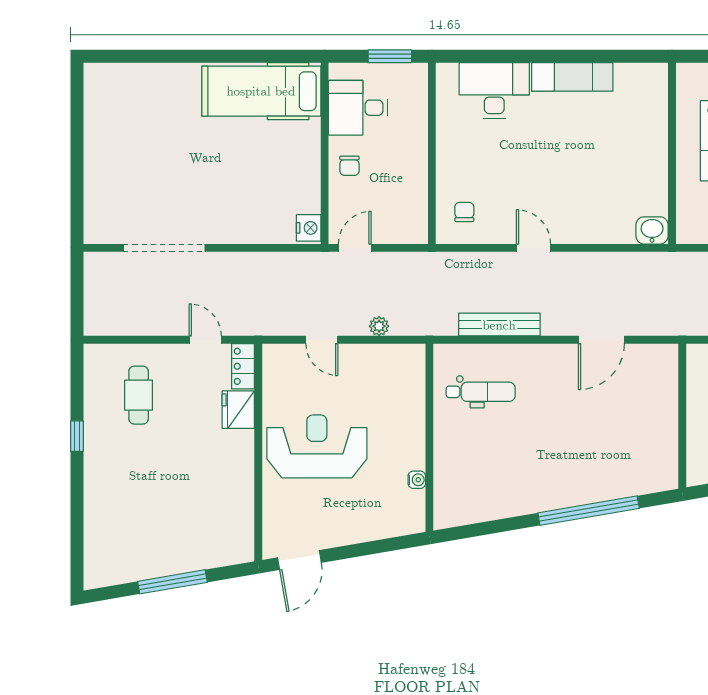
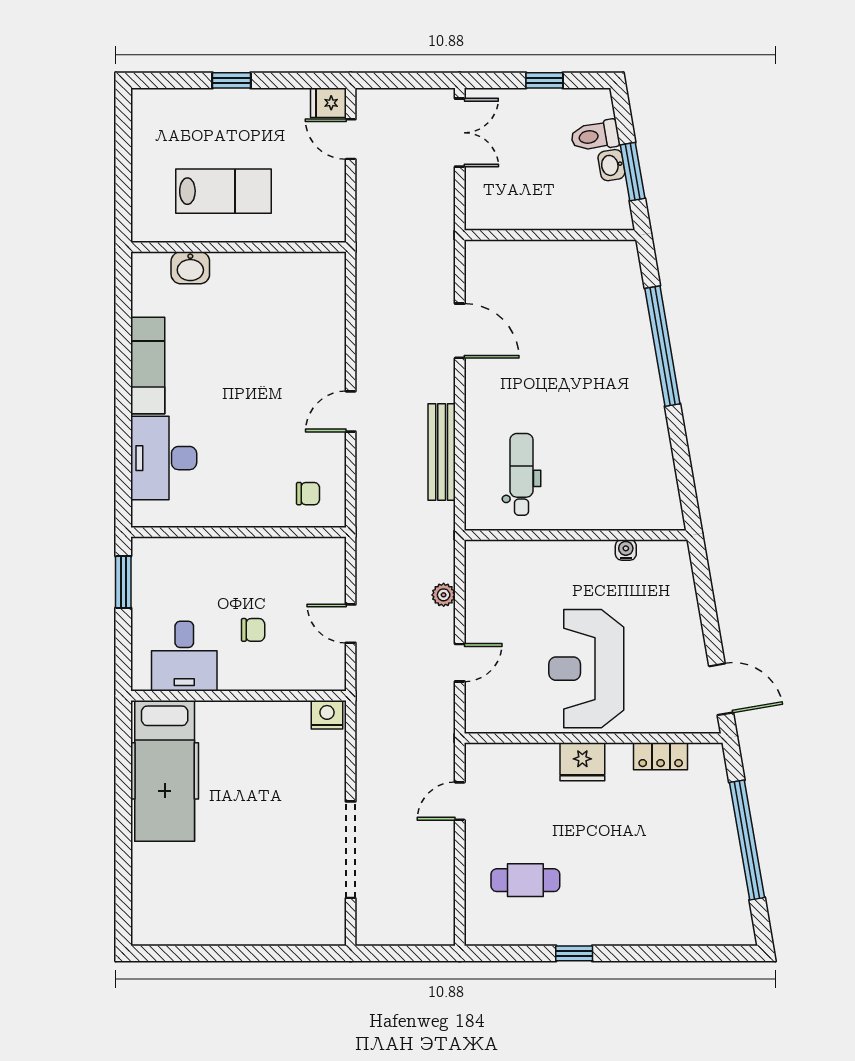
hospital bed: (261, 91) -> (165, 771), moved
desk: (358, 108) -> (184, 656), moved
wall: (325, 153) -> (238, 696), moved
chair: (464, 212) -> (308, 494), turned 180
nightstand: (309, 228) -> (327, 715), moved
washbasin: (652, 230) -> (190, 268), moved, turned -90
locker: (243, 366) -> (661, 756), moved
fridge: (238, 410) -> (582, 762), moved
window: (172, 582) -> (747, 840), width x1.46

